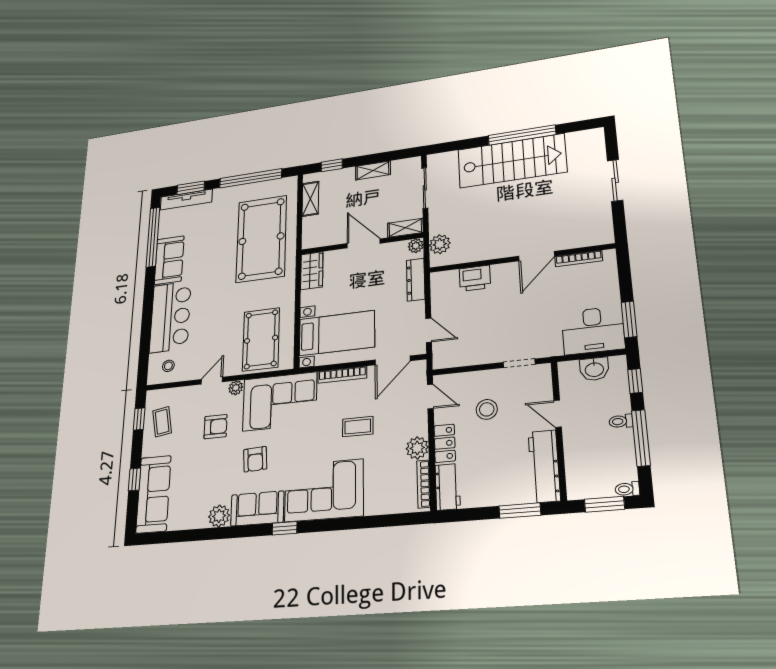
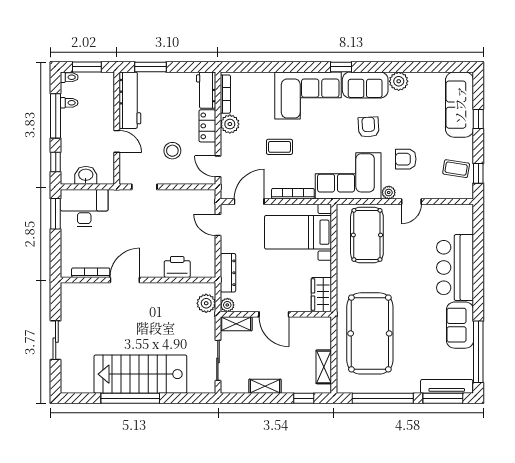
window: (191, 188) -> (443, 398), width x1.44
stool: (168, 366) -> (454, 220), removed
toilet: (621, 421) -> (69, 103), moved
coffee table: (162, 422) -> (456, 169), turned -71

